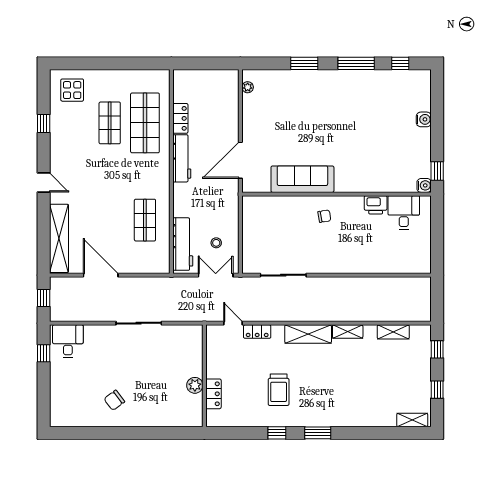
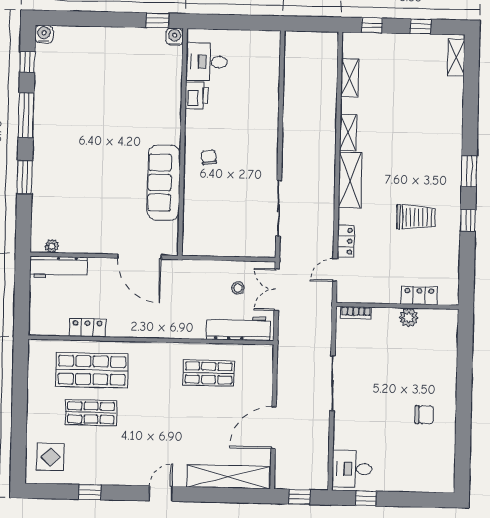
water cooler: (424, 119) -> (44, 34), moved
workbench: (182, 158) -> (58, 267), moved, turned 180
bookcase: (198, 341) -> (356, 313), added
chair: (114, 400) -> (424, 415), turned -53

